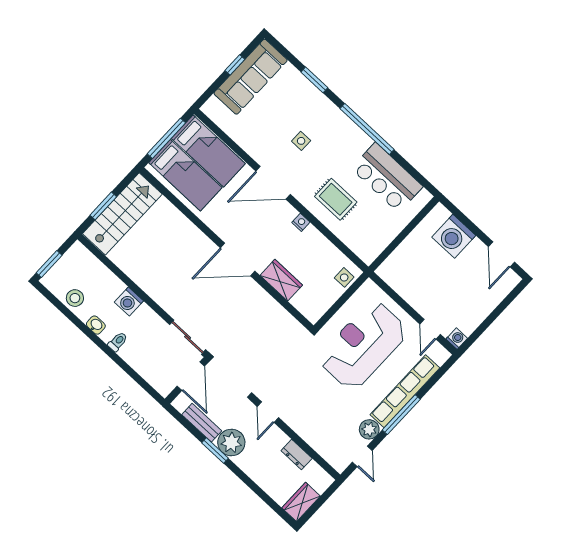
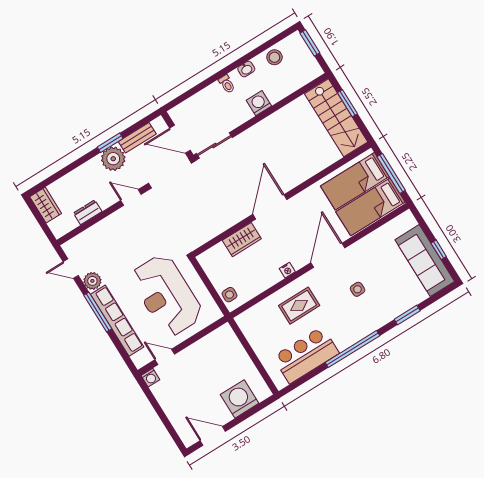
reception desk: (363, 345) -> (166, 295), turned 180

